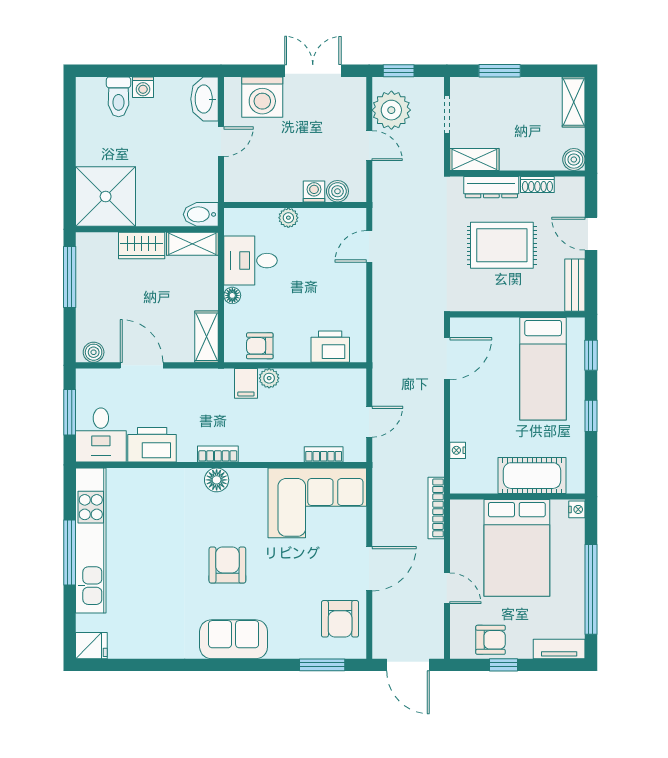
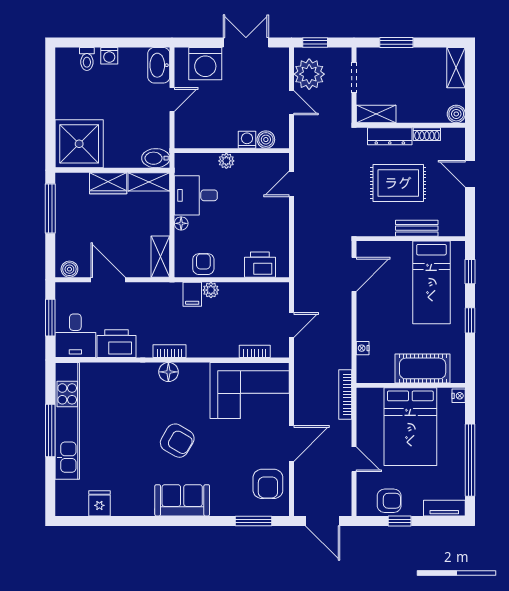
toilet: (119, 97) -> (87, 59), width x0.73, depth x0.72
bench: (575, 285) -> (417, 228), moved, turned 90
armchair: (260, 346) -> (203, 264), turned 90
armchair: (227, 565) -> (177, 441), turned 120
fridge: (91, 646) -> (99, 503), moved, turned -90

